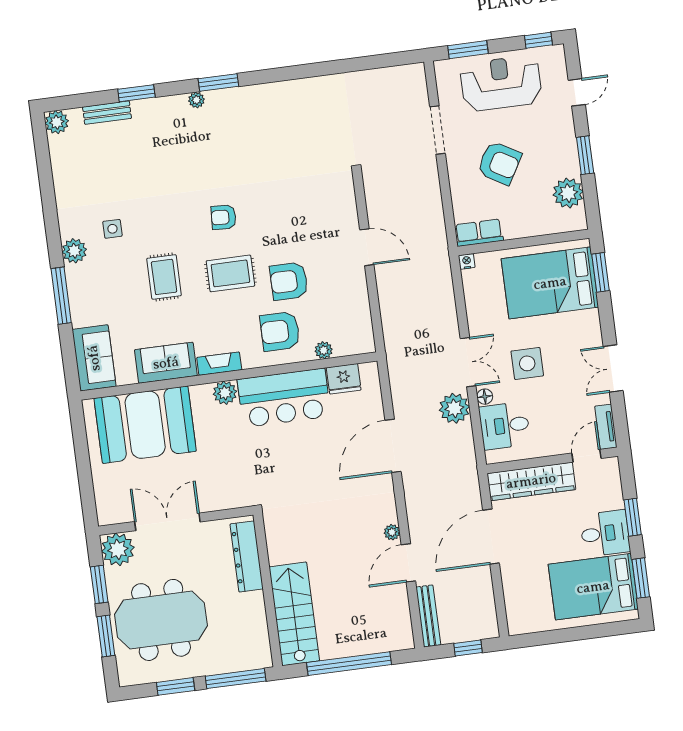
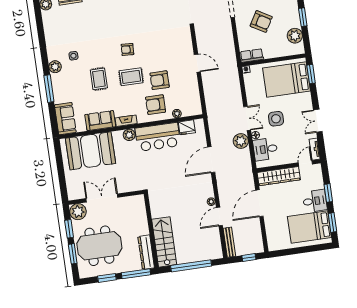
dresser: (247, 556) -> (146, 252), moved

